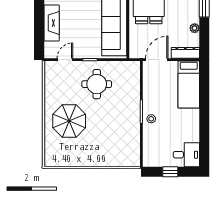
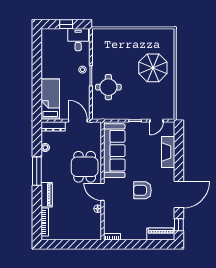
door: (157, 60) -> (78, 121), swing flipped
round table: (97, 84) -> (108, 87), moved
desk: (186, 155) -> (78, 40), moved, turned 90

